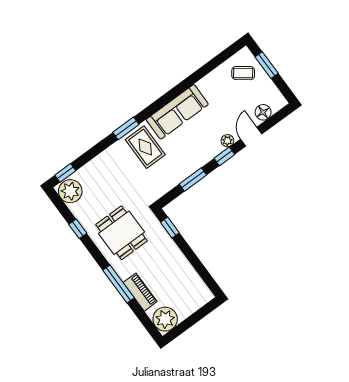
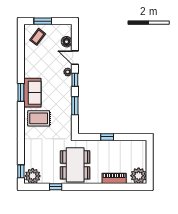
sofa: (177, 112) -> (32, 93), width x0.73
window: (126, 128) -> (21, 92), moved
window: (170, 228) -> (107, 137), moved
dining table: (121, 233) -> (75, 165), width x1.38
window: (118, 284) -> (101, 187), removed

